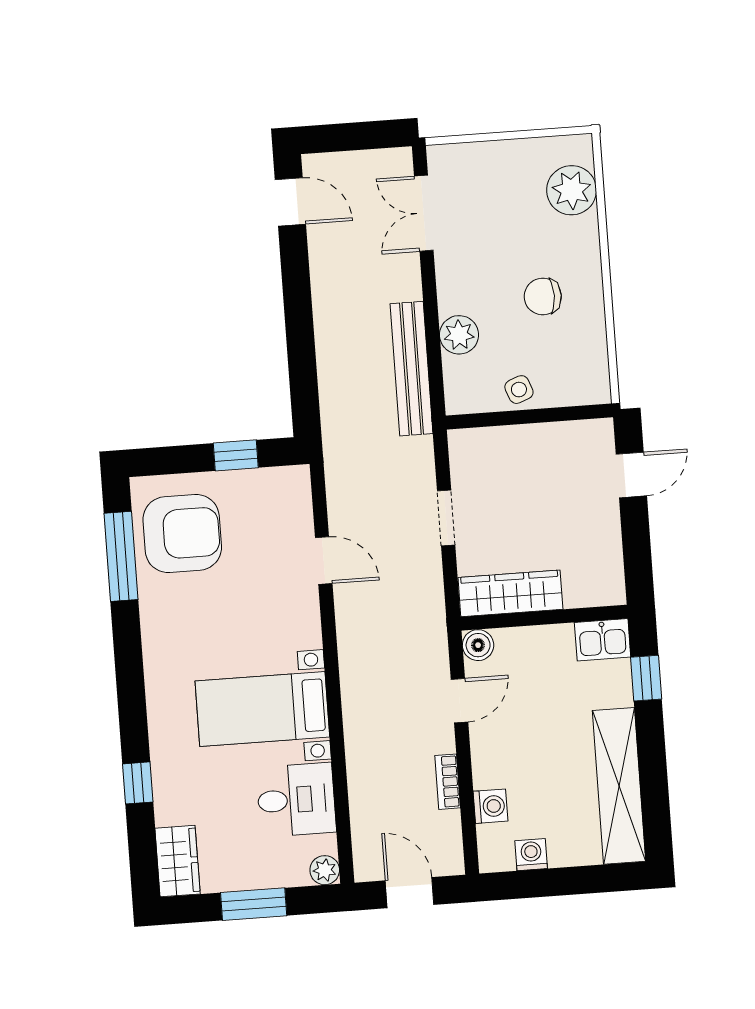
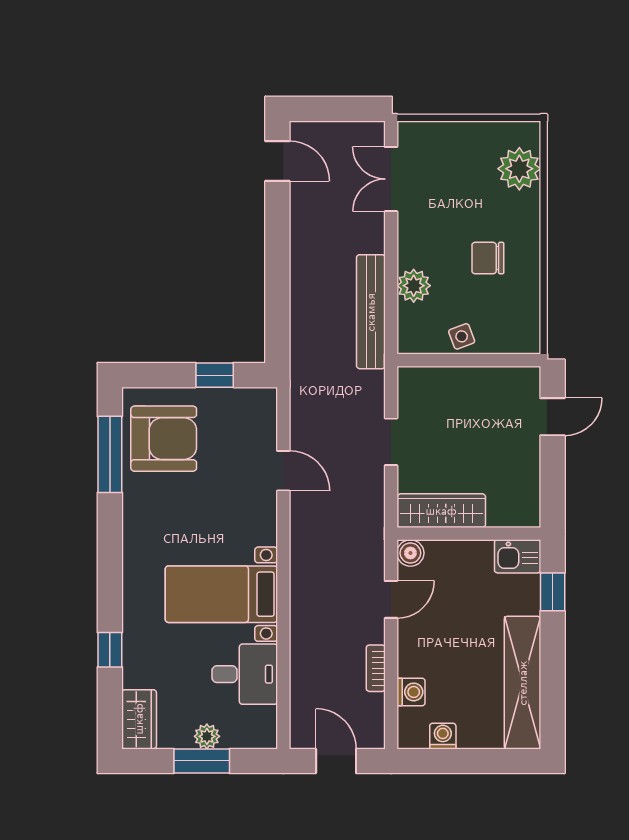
plant: (325, 870) -> (207, 736), moved

